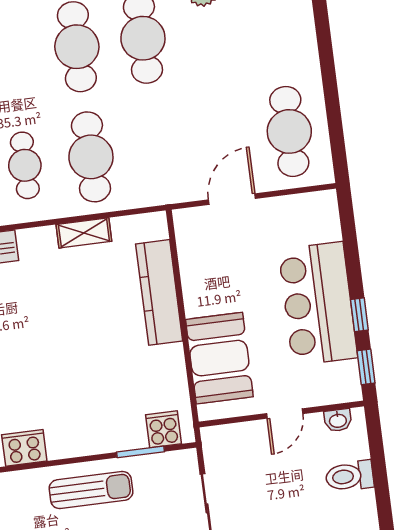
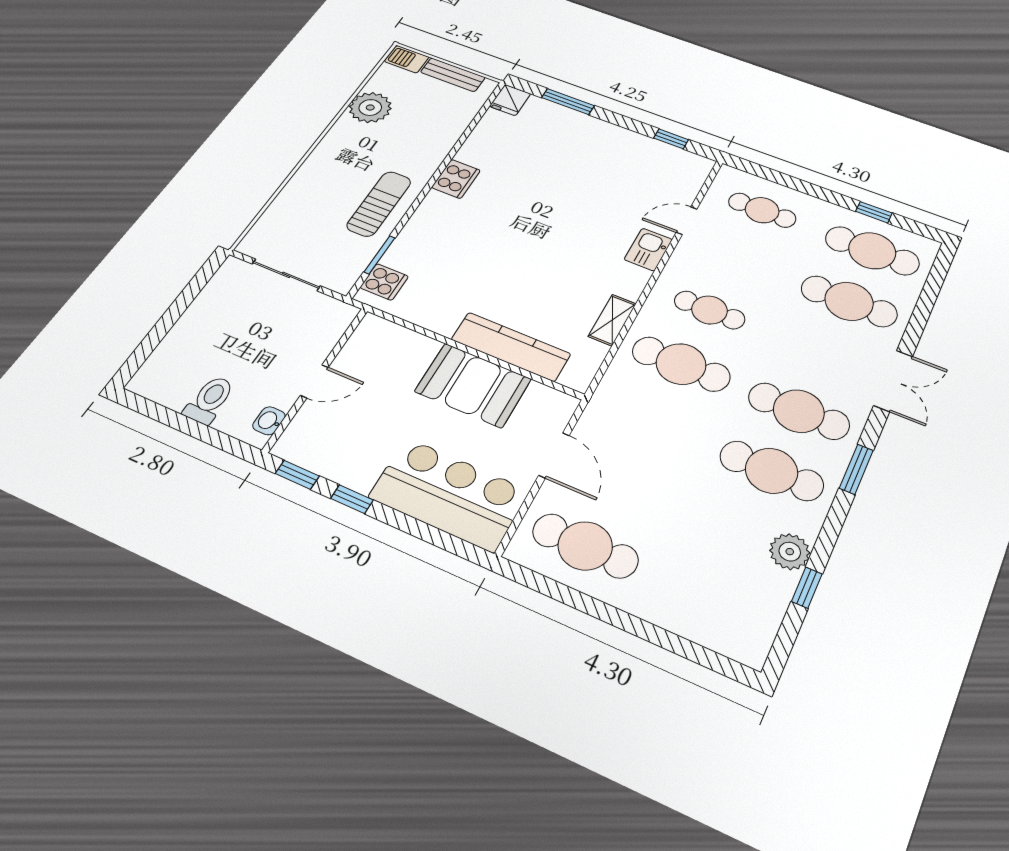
bar counter: (318, 304) -> (449, 494), moved
booth: (219, 358) -> (473, 385), moved
door: (285, 414) -> (314, 381), swing flipped
sun lounger: (91, 490) -> (379, 204), turned 180

